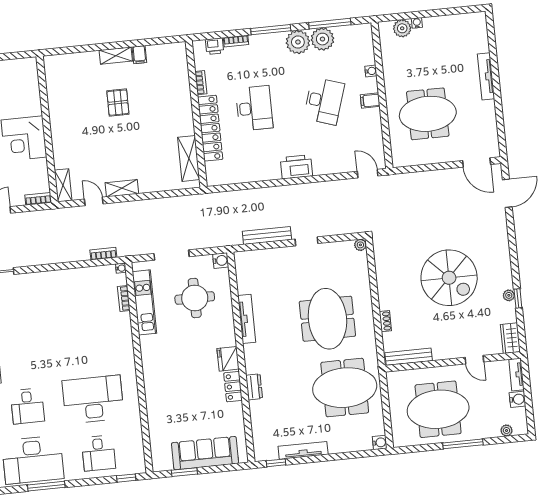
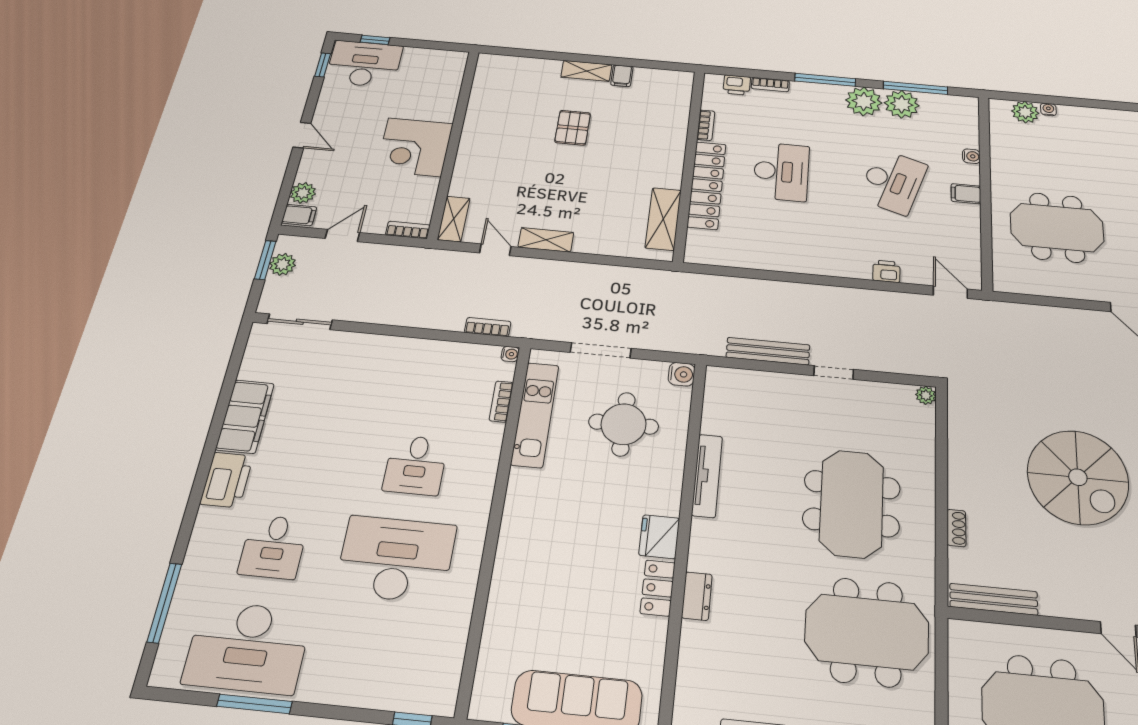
printer: (296, 167) -> (886, 271), moved, width x0.53, depth x0.68
desk: (99, 453) -> (416, 465), moved

